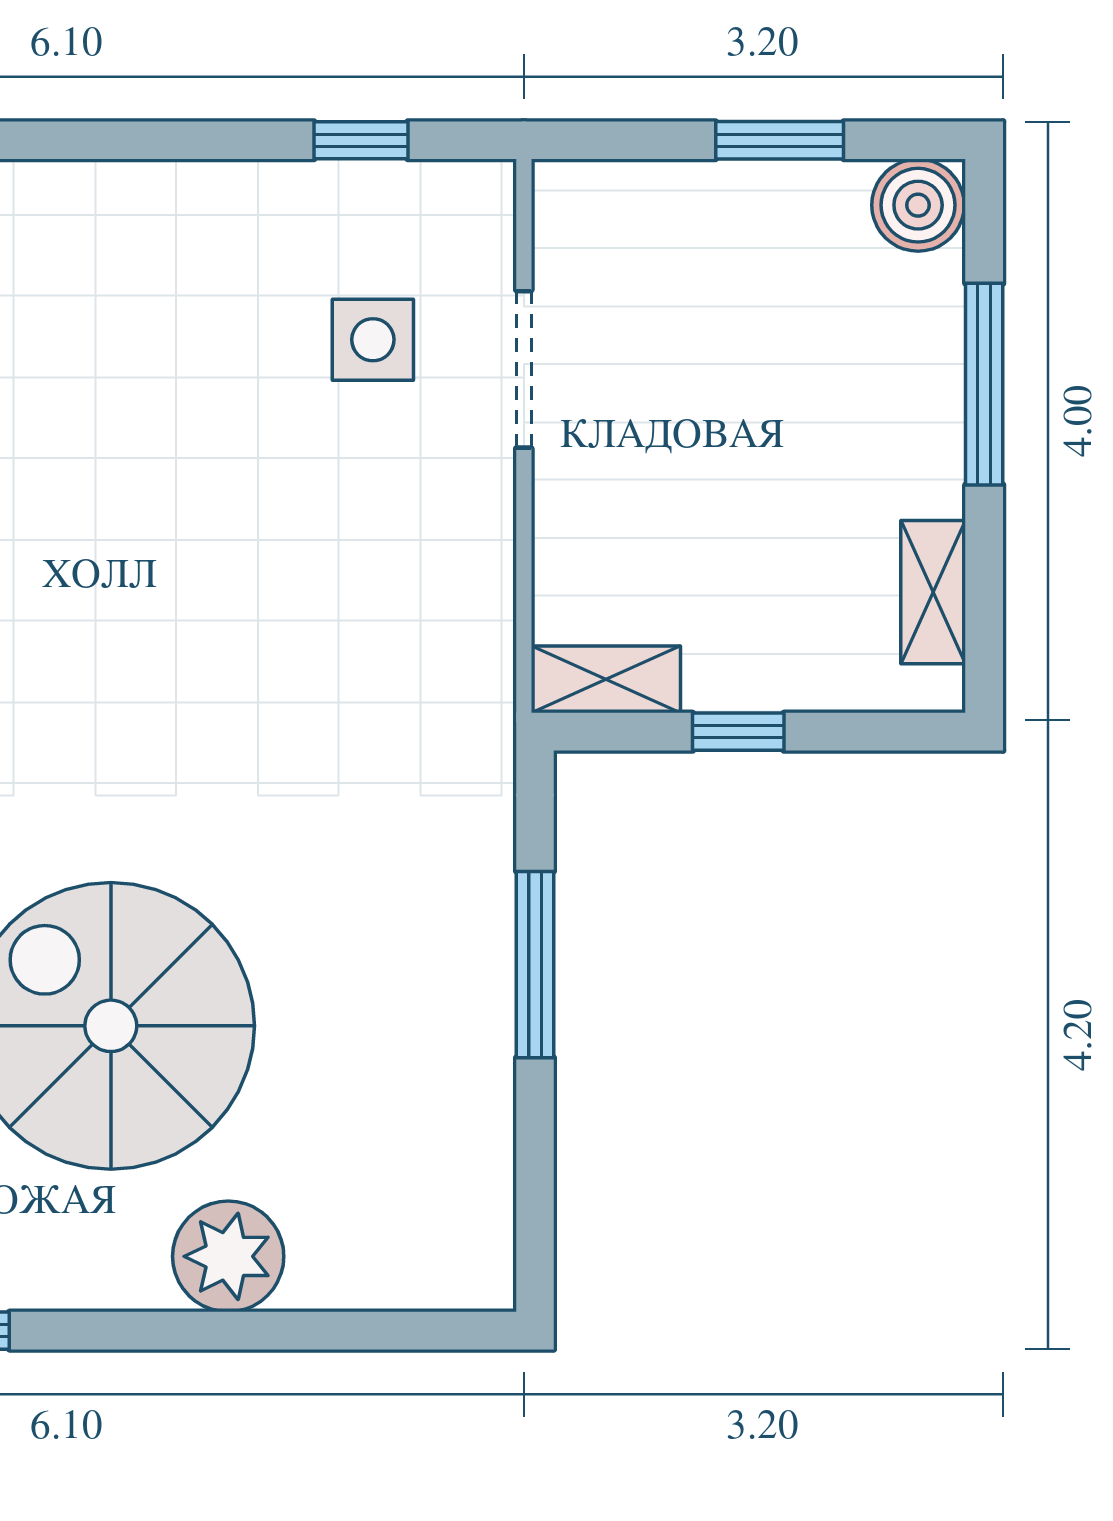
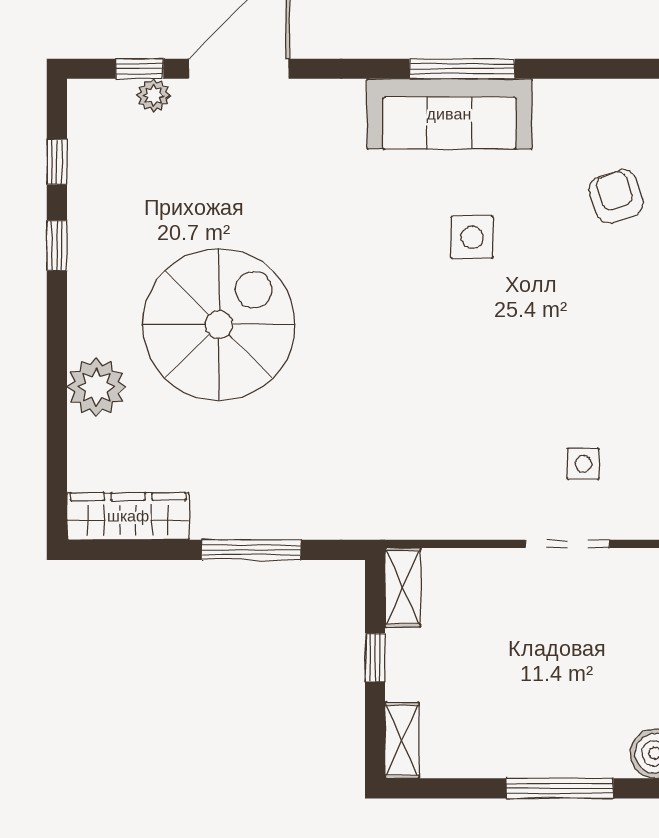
side table: (373, 340) -> (583, 464), width x0.73, depth x0.73
shelving: (933, 592) -> (402, 740), moved, turned 90
wardrobe: (472, 1197) -> (128, 516), added

